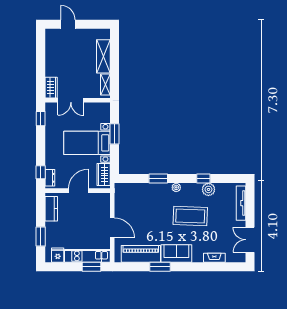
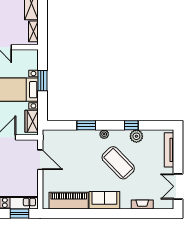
coffee table: (190, 216) -> (118, 163), turned 44
door: (112, 228) -> (40, 160), moved
window: (160, 267) -> (88, 213), removed

